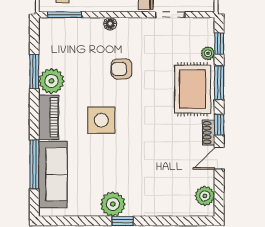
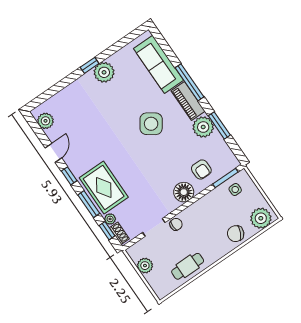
floor lamp: (110, 24) -> (184, 192), width x1.89, depth x1.89
armchair: (122, 69) -> (201, 170), moved, turned 90
side table: (101, 120) -> (151, 124), turned 35
shoe rack: (209, 133) -> (119, 233), moved
window: (34, 164) -> (190, 82), moved

